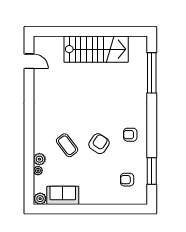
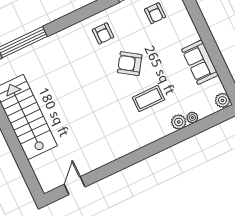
coffee table: (67, 145) -> (148, 99), turned 37
sofa: (63, 195) -> (200, 62), moved

